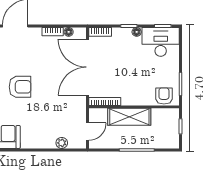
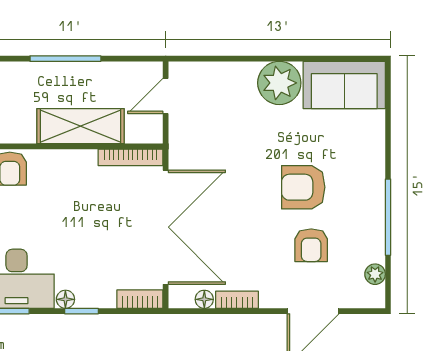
armchair: (16, 58) -> (311, 245), added
plant: (62, 143) -> (279, 83), moved, width x1.87, depth x1.87

